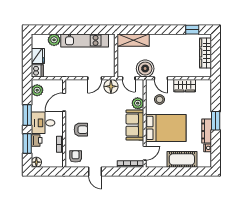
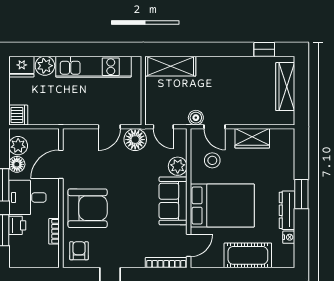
fridge: (38, 56) -> (22, 67), moved, turned 90
boiler: (145, 69) -> (196, 118), width x0.54, depth x0.54
armchair: (81, 130) -> (88, 208), width x1.88, depth x1.88
floor lamp: (36, 162) -> (17, 164), moved

